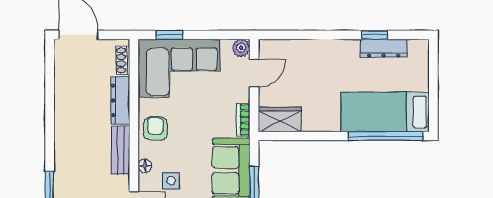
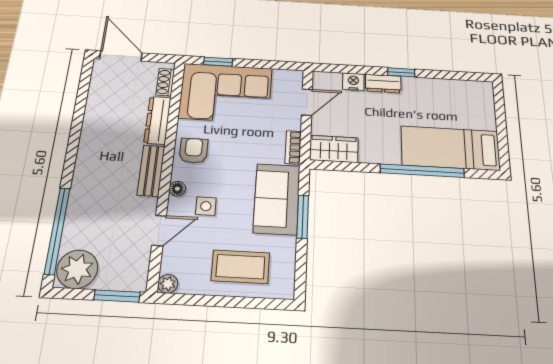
window: (375, 35) -> (401, 72), moved
plant: (241, 48) -> (294, 78), removed
nightstand: (297, 48) -> (353, 82), added
dresser: (383, 48) -> (383, 84), moved, width x0.70
window: (386, 136) -> (422, 171), moved

